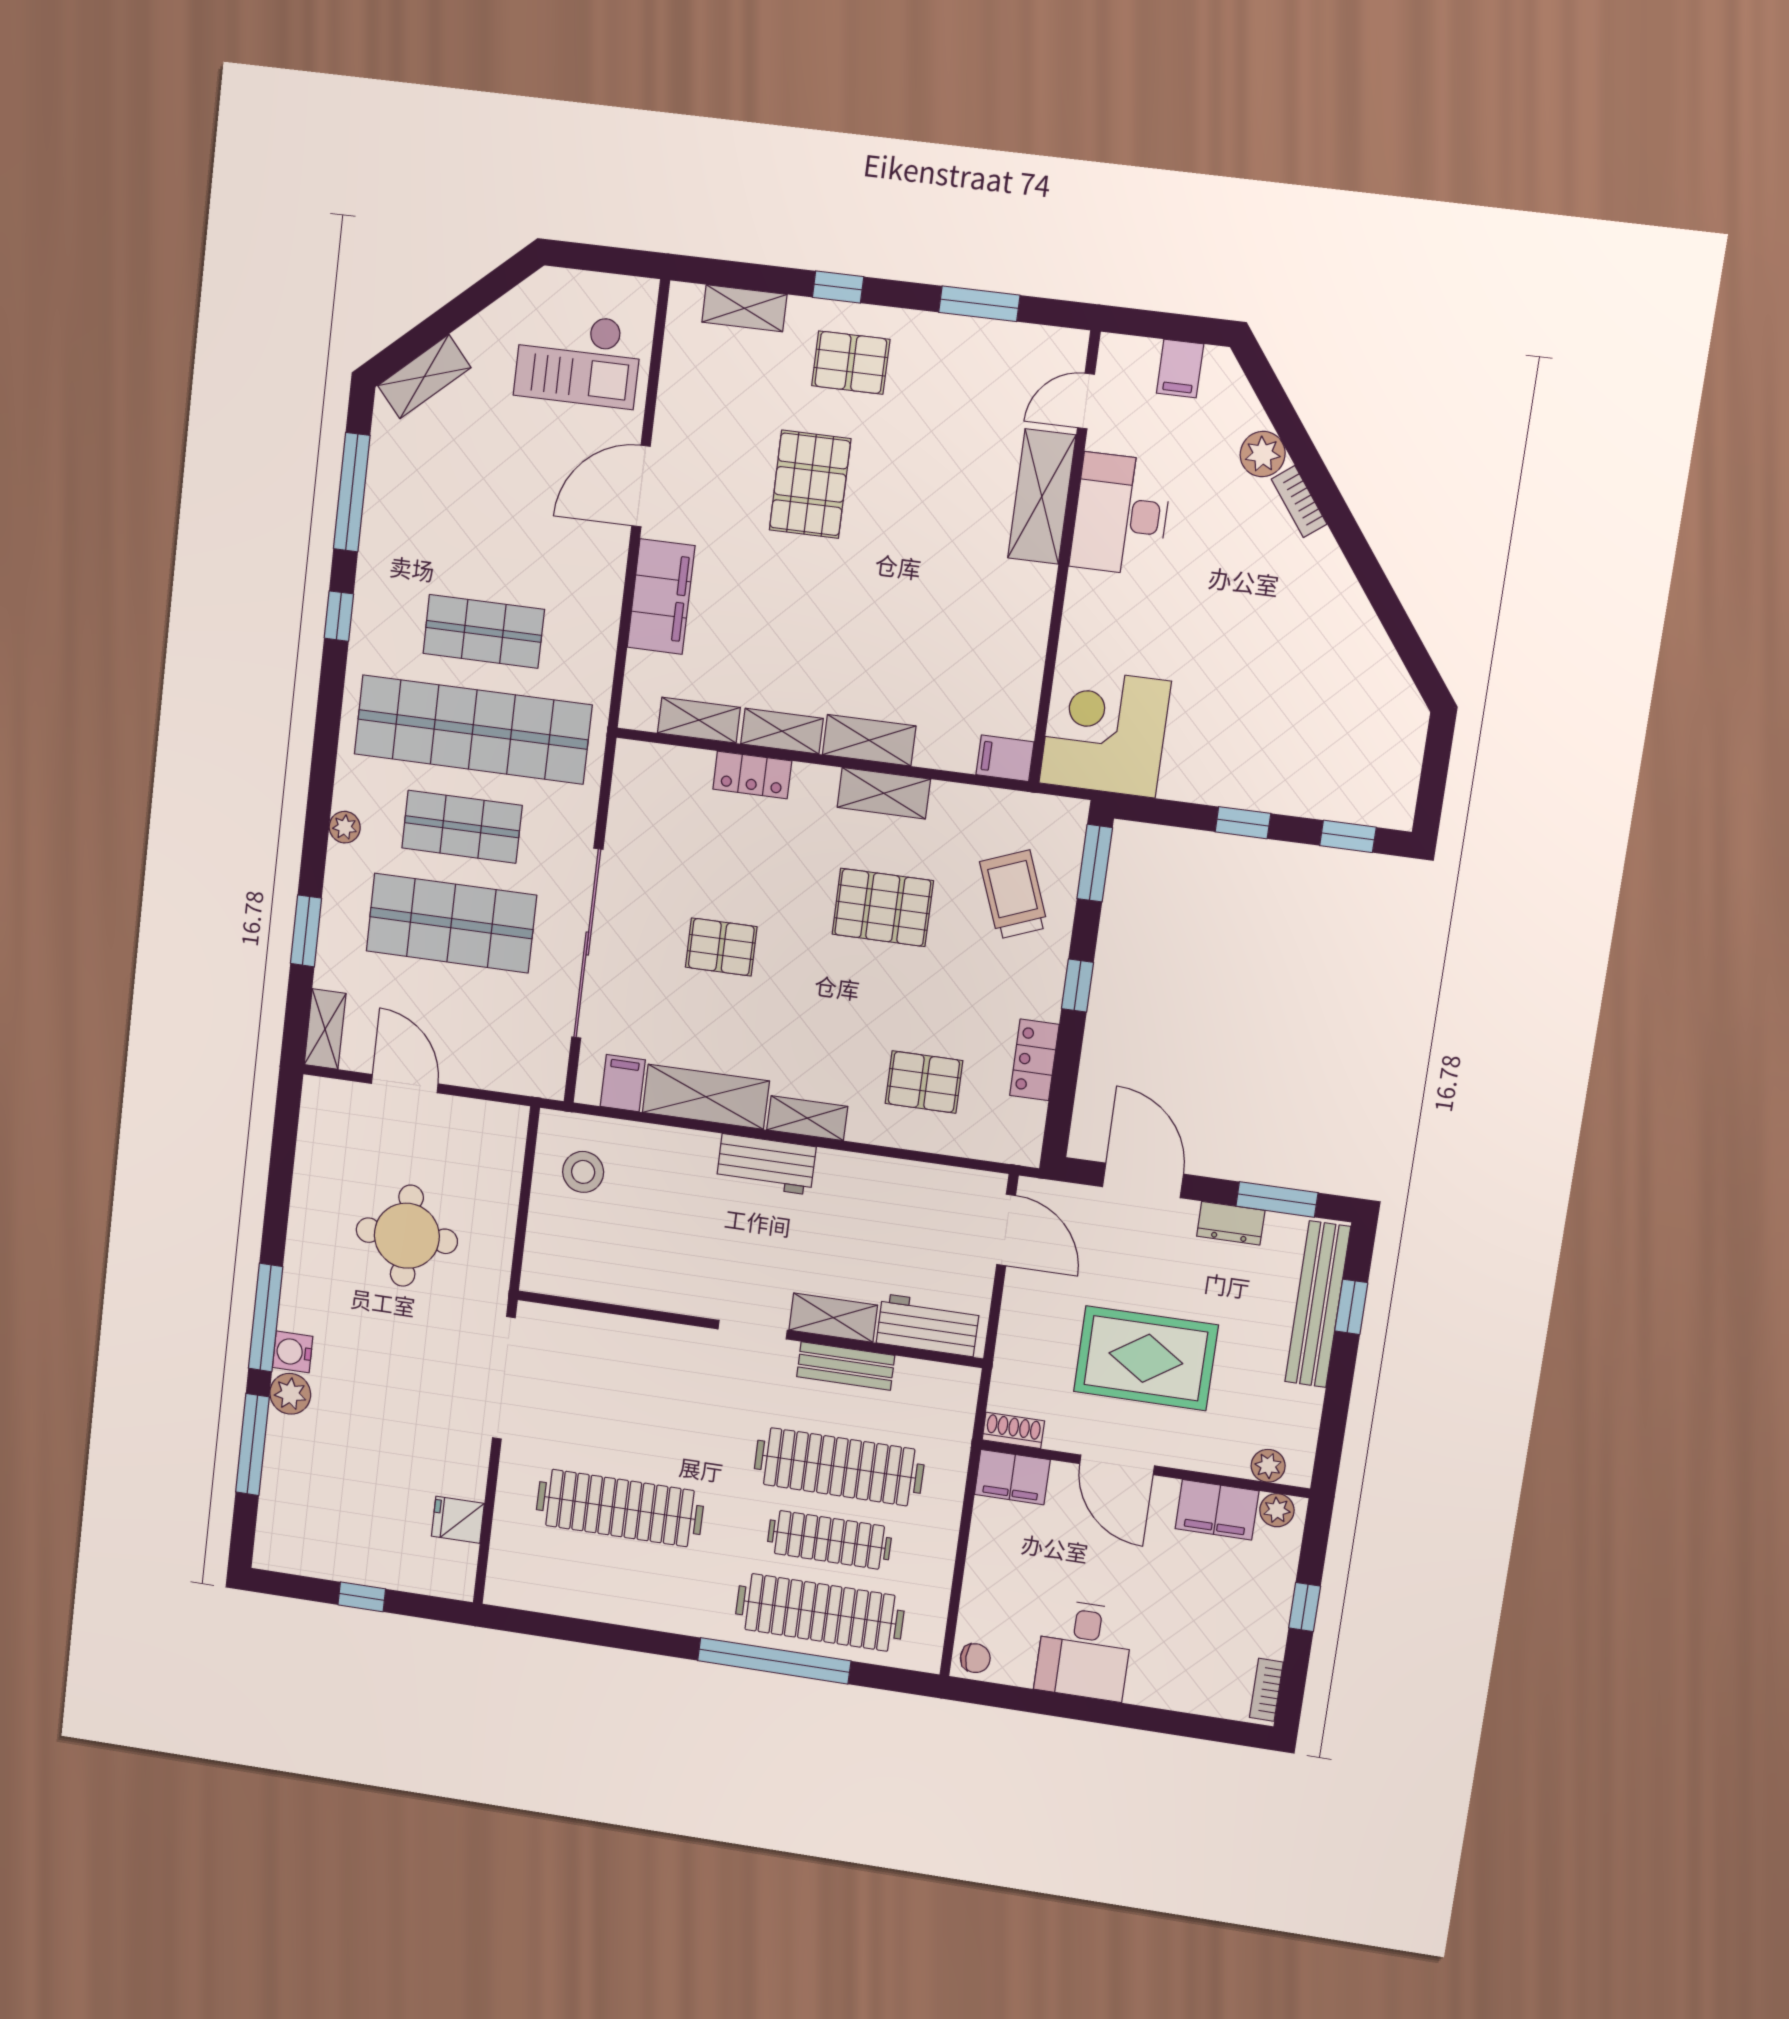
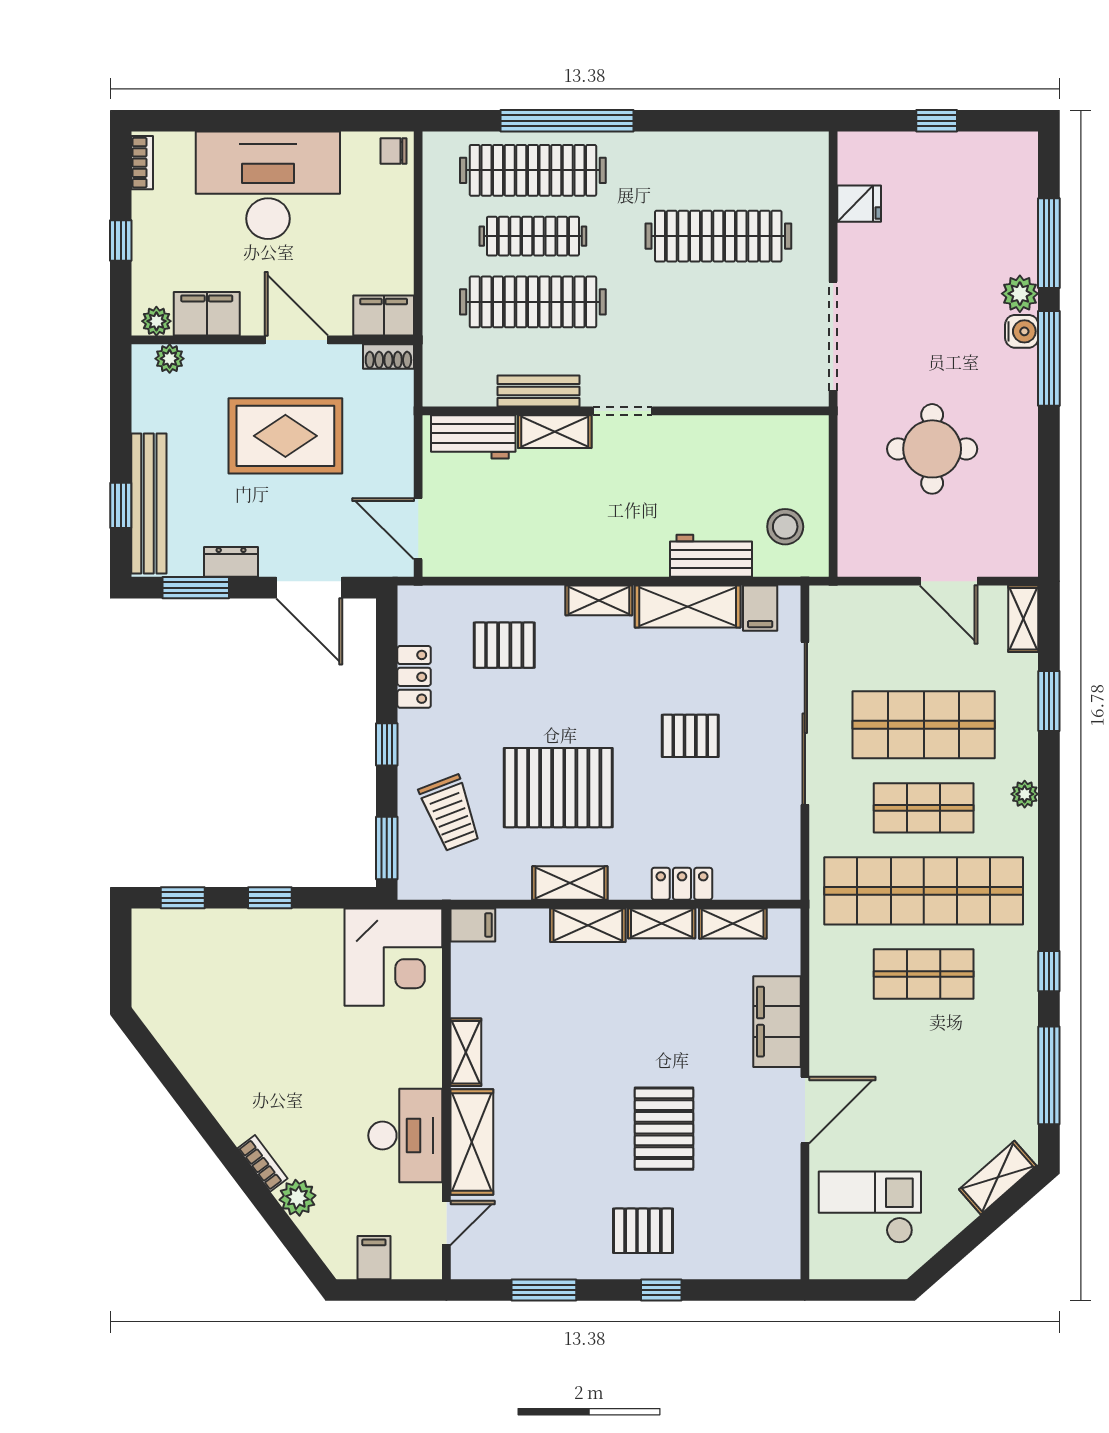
shelving: (744, 308) -> (466, 1052), moved, turned 90
pallet: (883, 907) -> (558, 788), width x1.37, depth x1.41
workbench: (766, 1164) -> (711, 556), moved
desk: (1084, 1650) -> (268, 185), width x1.87, depth x1.30

